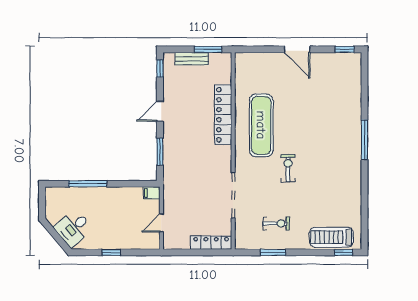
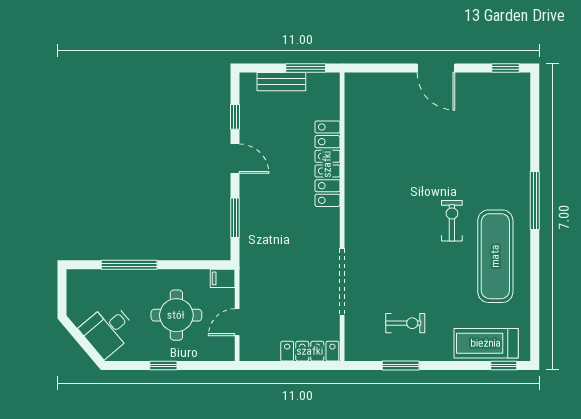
window: (160, 68) -> (235, 117), moved
door: (160, 111) -> (235, 159), swing flipped
exercise mat: (261, 125) -> (495, 256), moved
exercise bike: (288, 168) -> (452, 221), moved
round table: (120, 218) -> (176, 315), added

